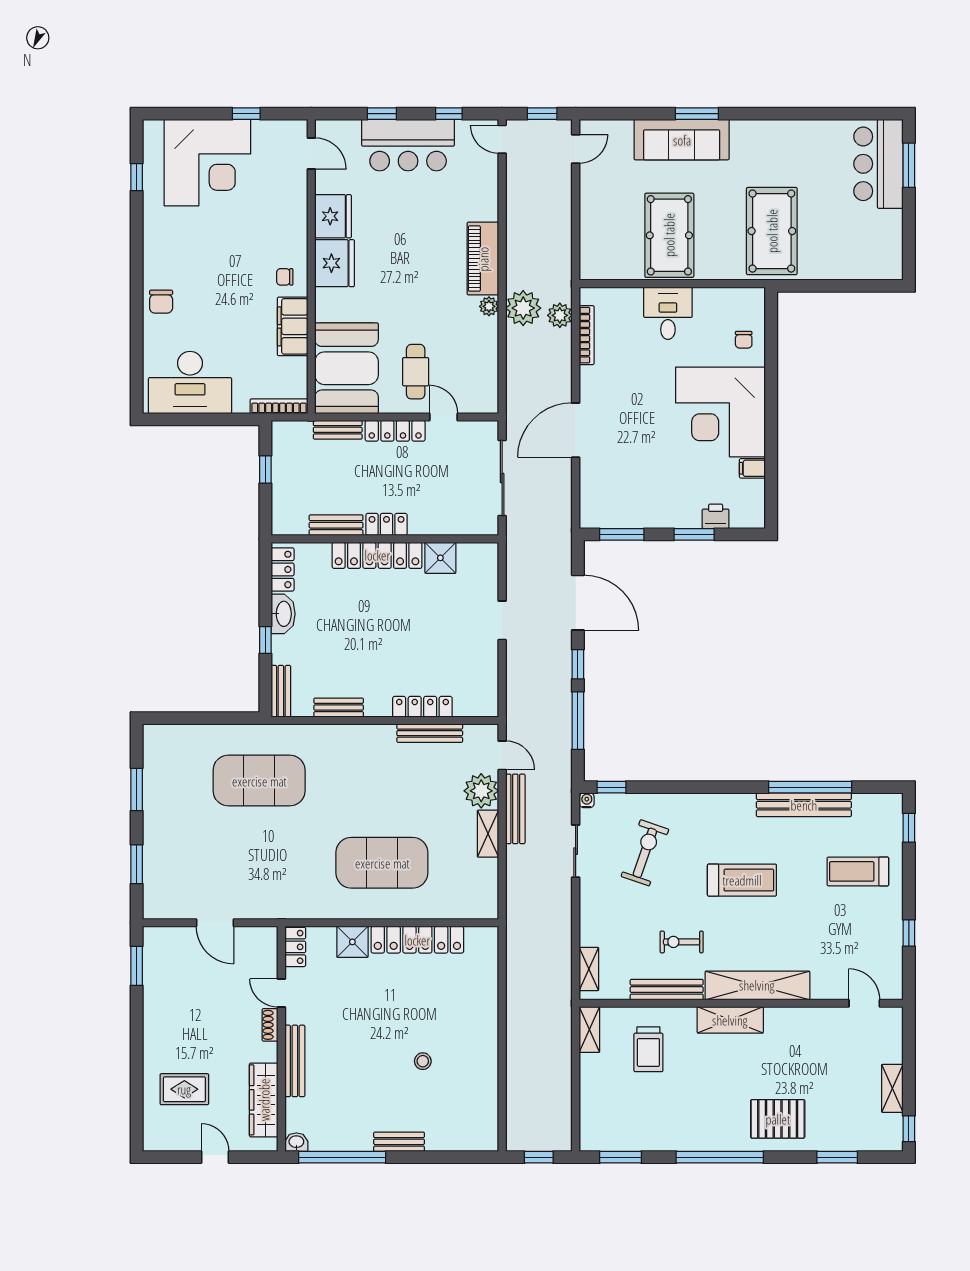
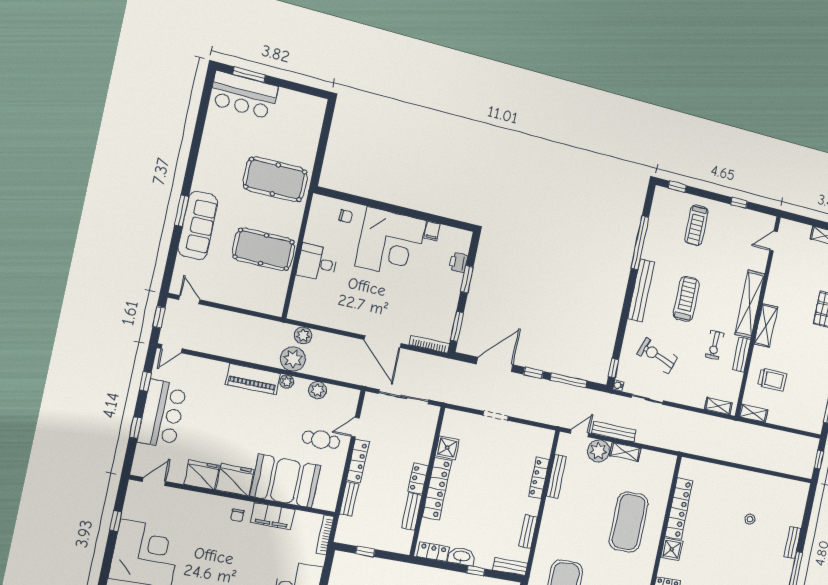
bookcase: (587, 335) -> (429, 344), moved
plant: (486, 352) -> (318, 390), added
booth: (347, 368) -> (285, 481), moved
bench: (804, 805) -> (641, 290), moved
bench: (667, 990) -> (742, 355), width x0.73

